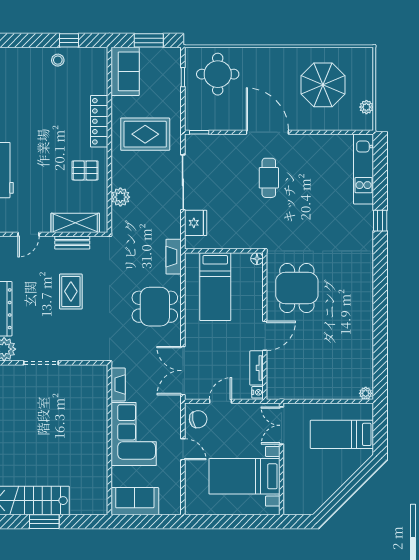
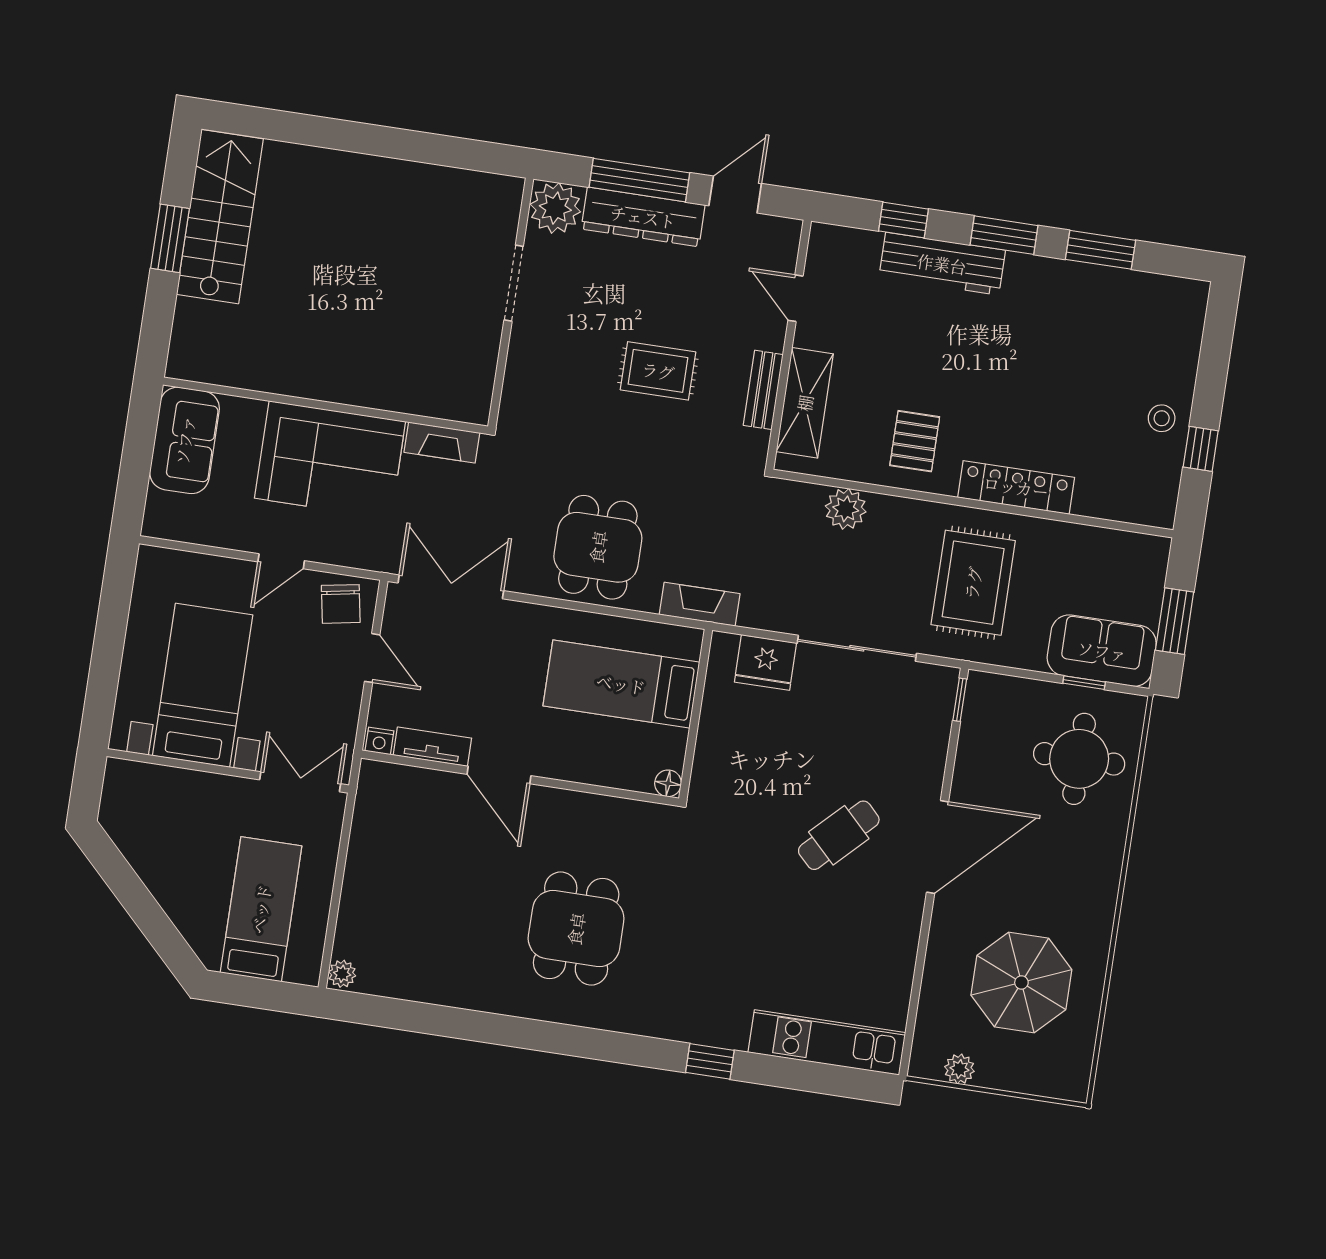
sofa: (125, 71) -> (1102, 651), moved, turned 180
cafe table: (269, 178) -> (839, 835), turned -45
dining table: (297, 288) -> (576, 929), moved, turned 90

